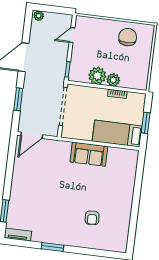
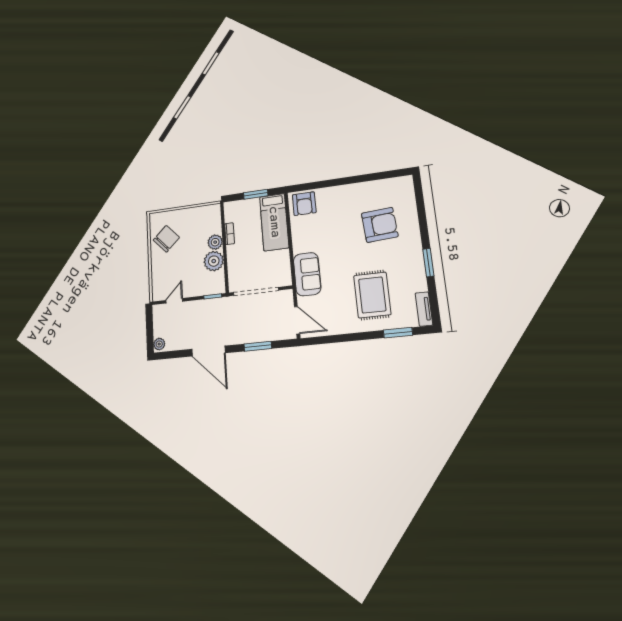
door: (72, 35) -> (174, 301), swing flipped
chair: (128, 37) -> (166, 239), turned 137
sofa: (89, 154) -> (307, 274), moved
armchair: (126, 162) -> (304, 204), added
rug: (38, 199) -> (372, 295), added
armchair: (92, 218) -> (380, 225), width x1.88, depth x1.88

